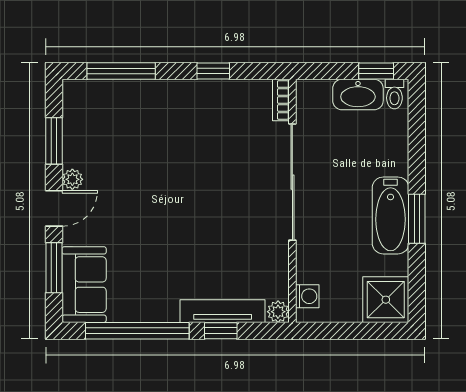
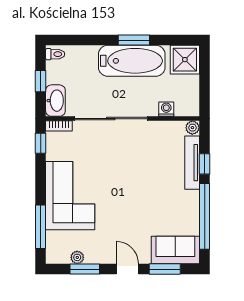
window: (213, 71) -> (41, 143), moved
window: (376, 71) -> (41, 81), moved
washbasin: (358, 95) -> (55, 101), moved
corner sofa: (170, 118) -> (70, 196), added
plant: (72, 179) -> (77, 257), moved
bathtub: (391, 215) -> (132, 61), width x1.36, depth x1.36
washing machine: (307, 296) -> (166, 109), moved

